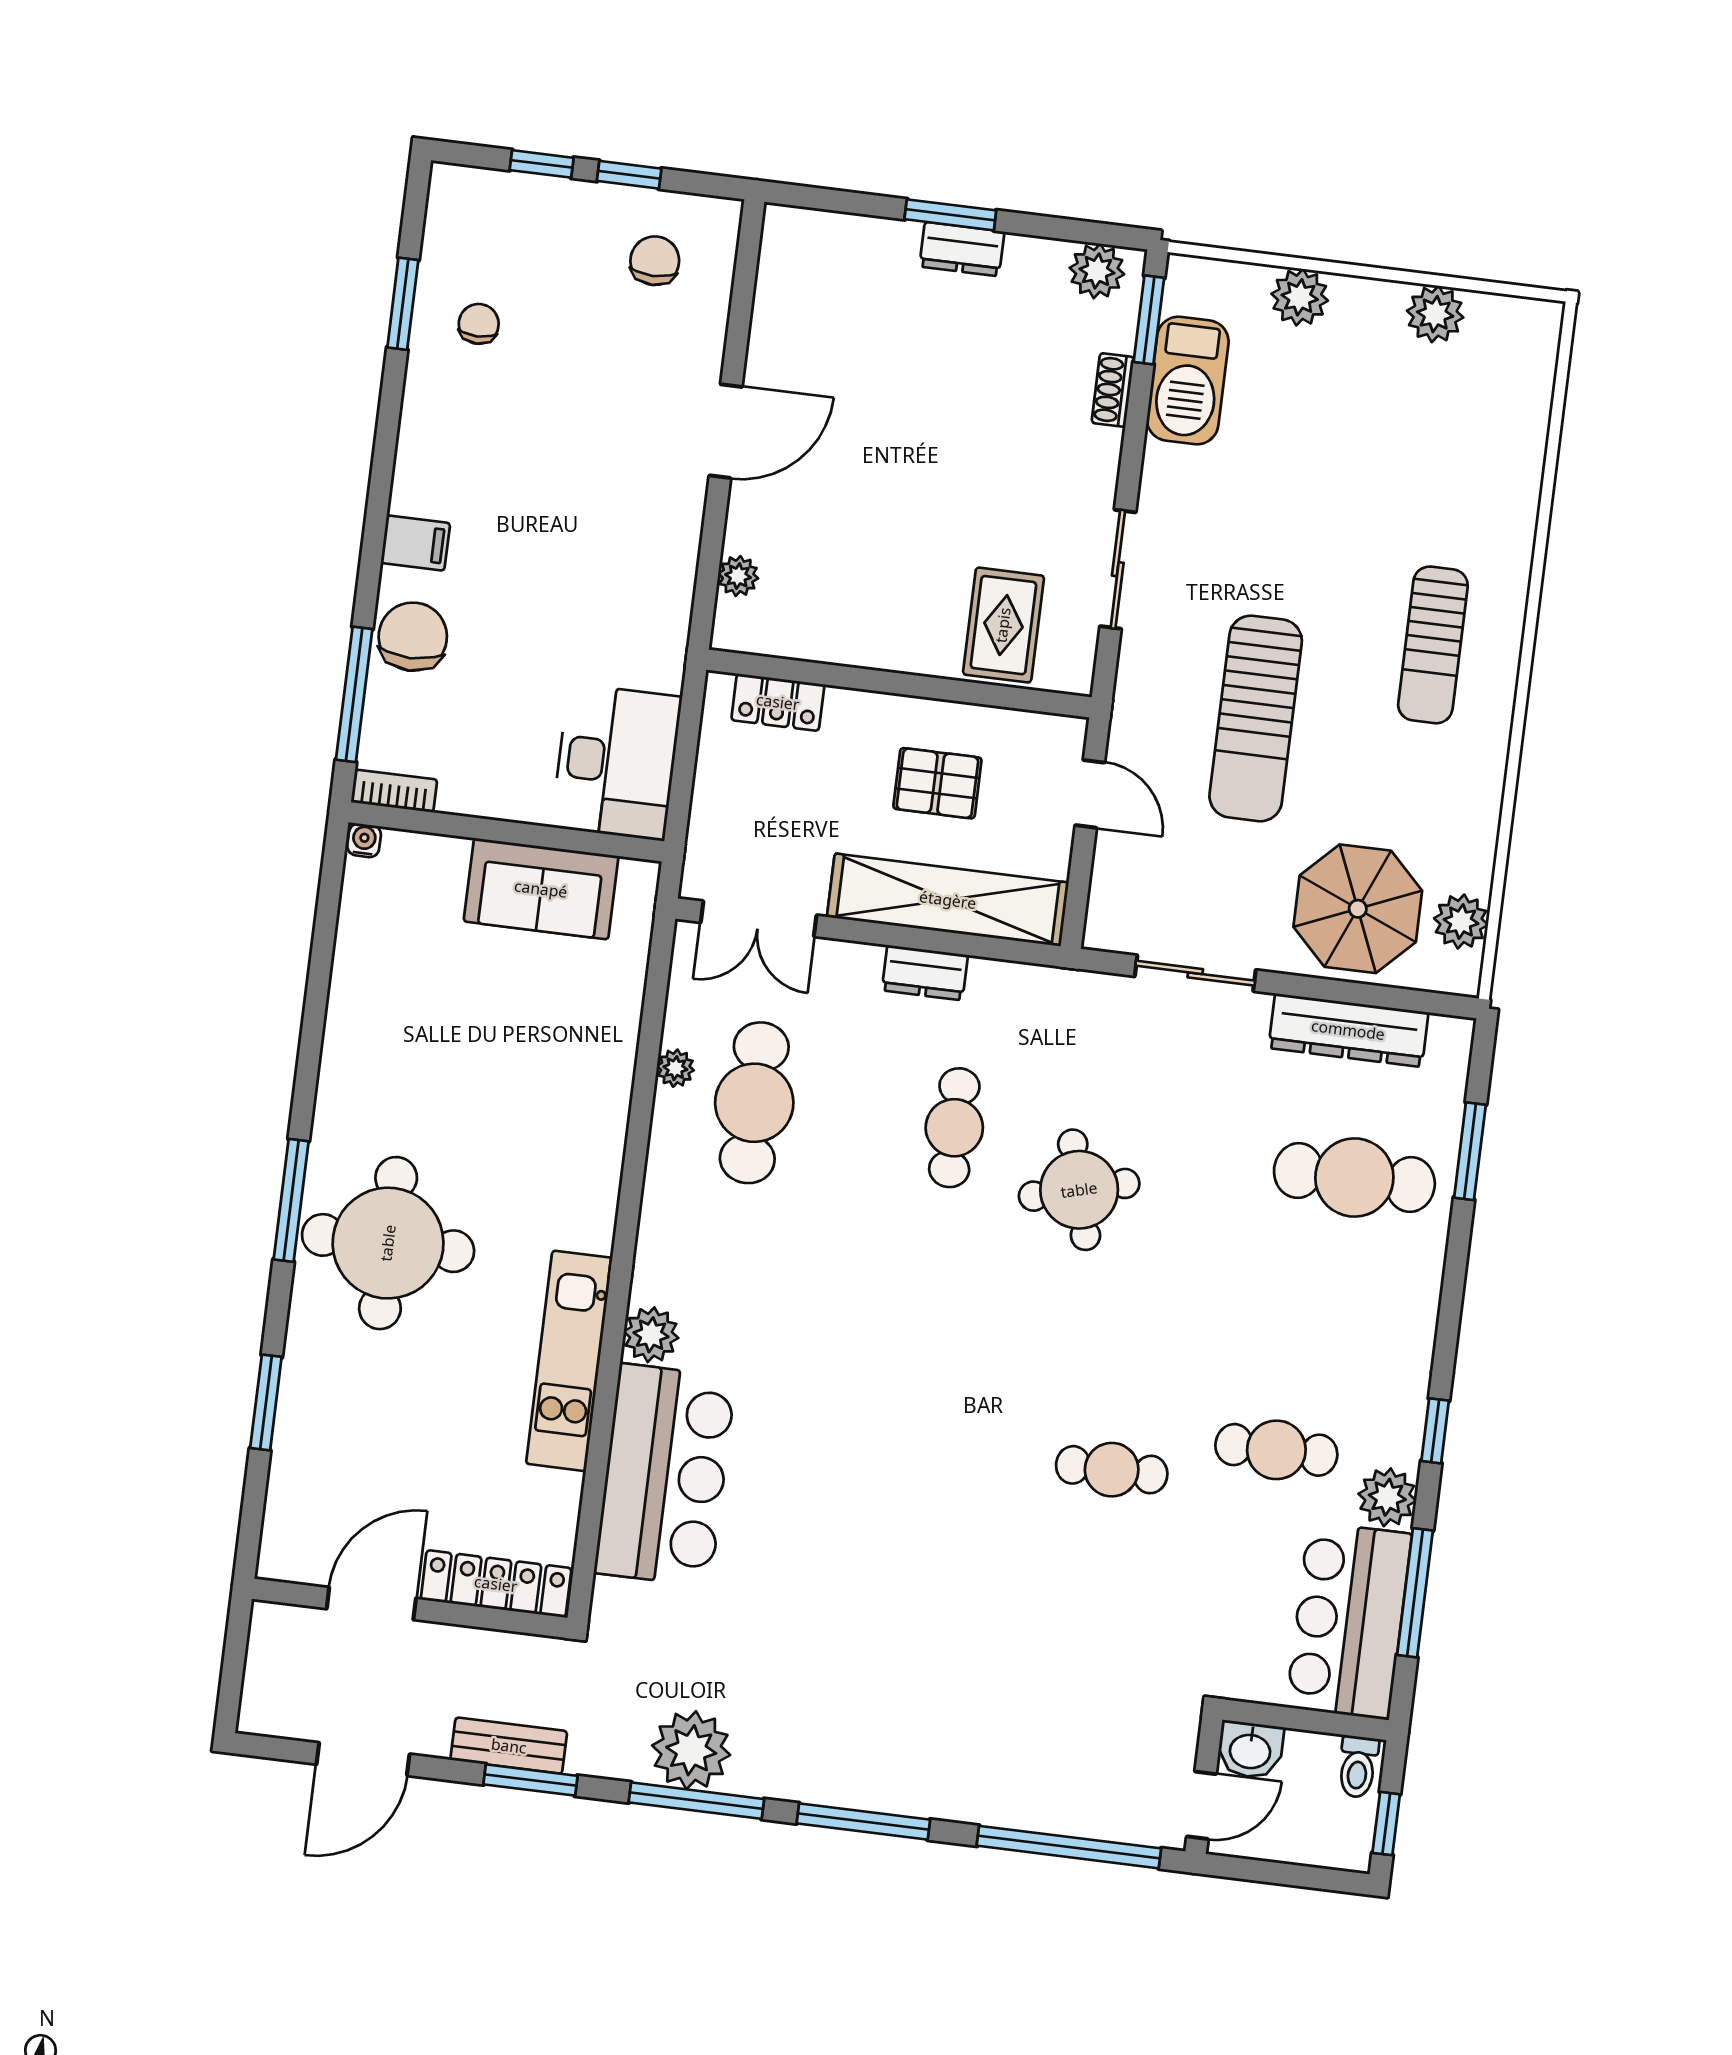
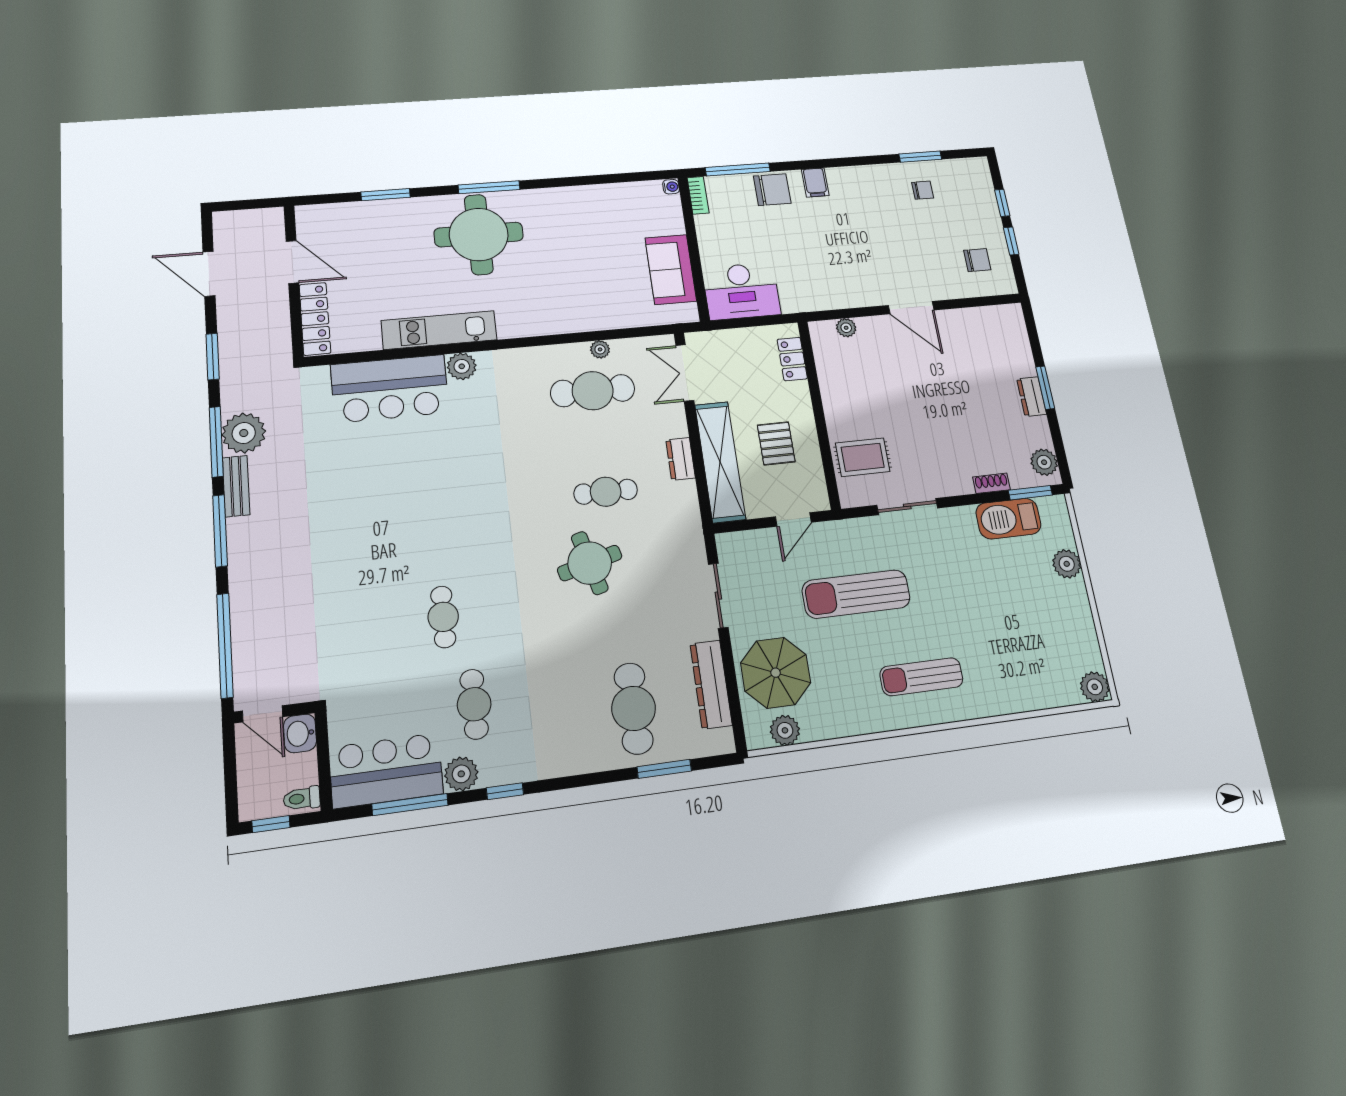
plant: (1435, 314) -> (1095, 687), moved
bench: (509, 1746) -> (236, 486), moved

